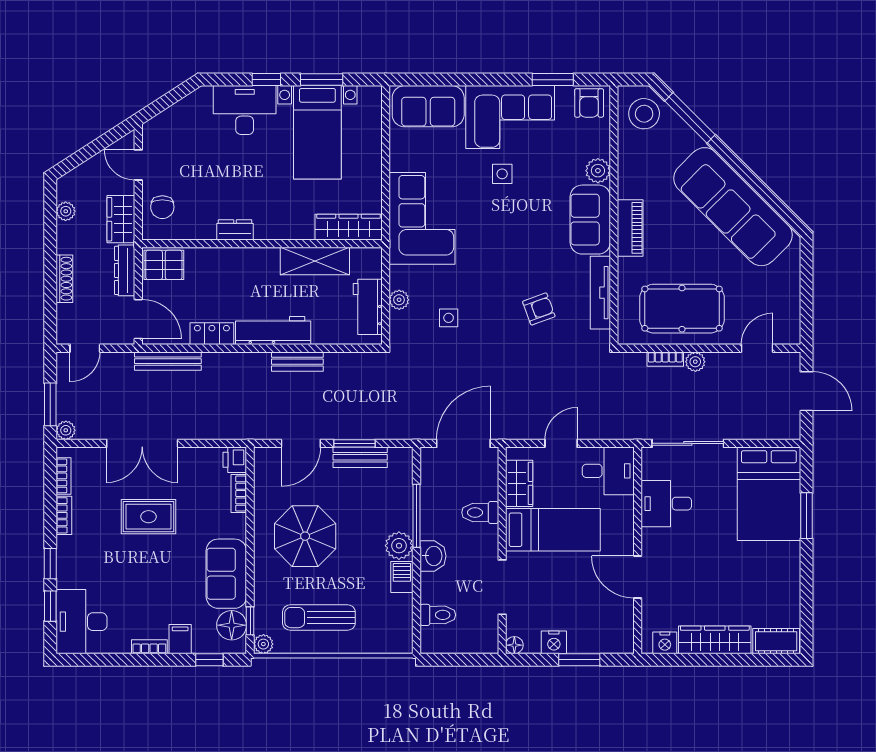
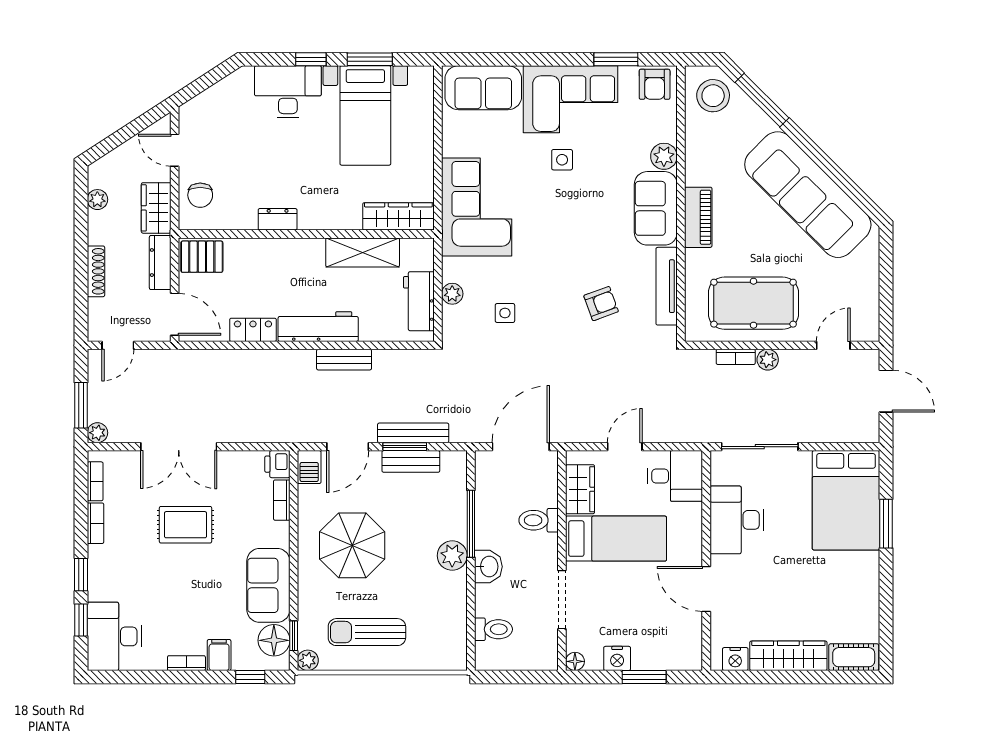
bench: (168, 361) -> (413, 433), moved
desk: (666, 504) -> (737, 520), width x1.37
barbecue: (402, 577) -> (309, 467), moved, turned 180

